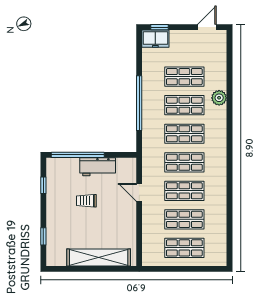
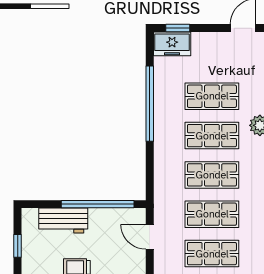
window: (139, 103) -> (150, 104), moved
window: (78, 155) -> (98, 204), moved
workbench: (98, 167) -> (63, 221), moved
door: (139, 192) -> (150, 237), moved

